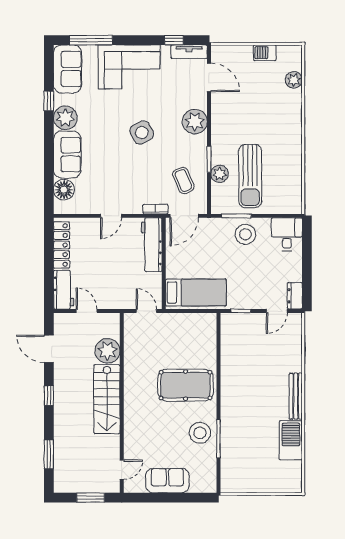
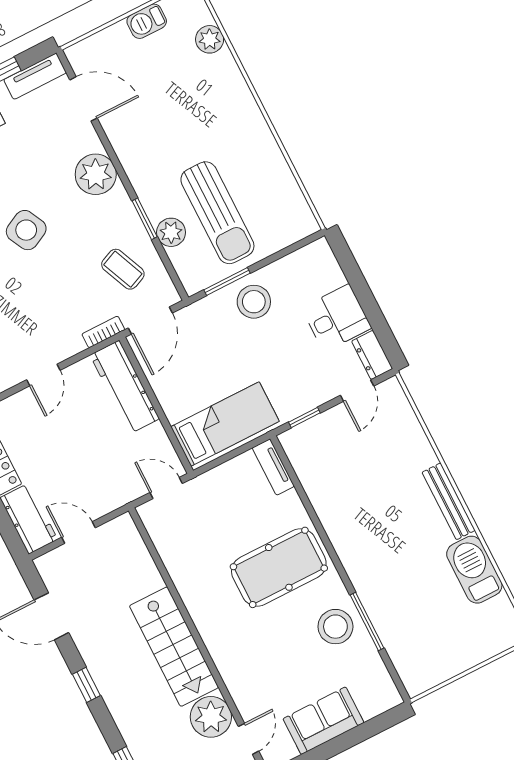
desk: (287, 234) -> (336, 318), moved, turned 90
tv unit: (210, 329) -> (273, 467), added
plant: (107, 351) -> (211, 717), moved

